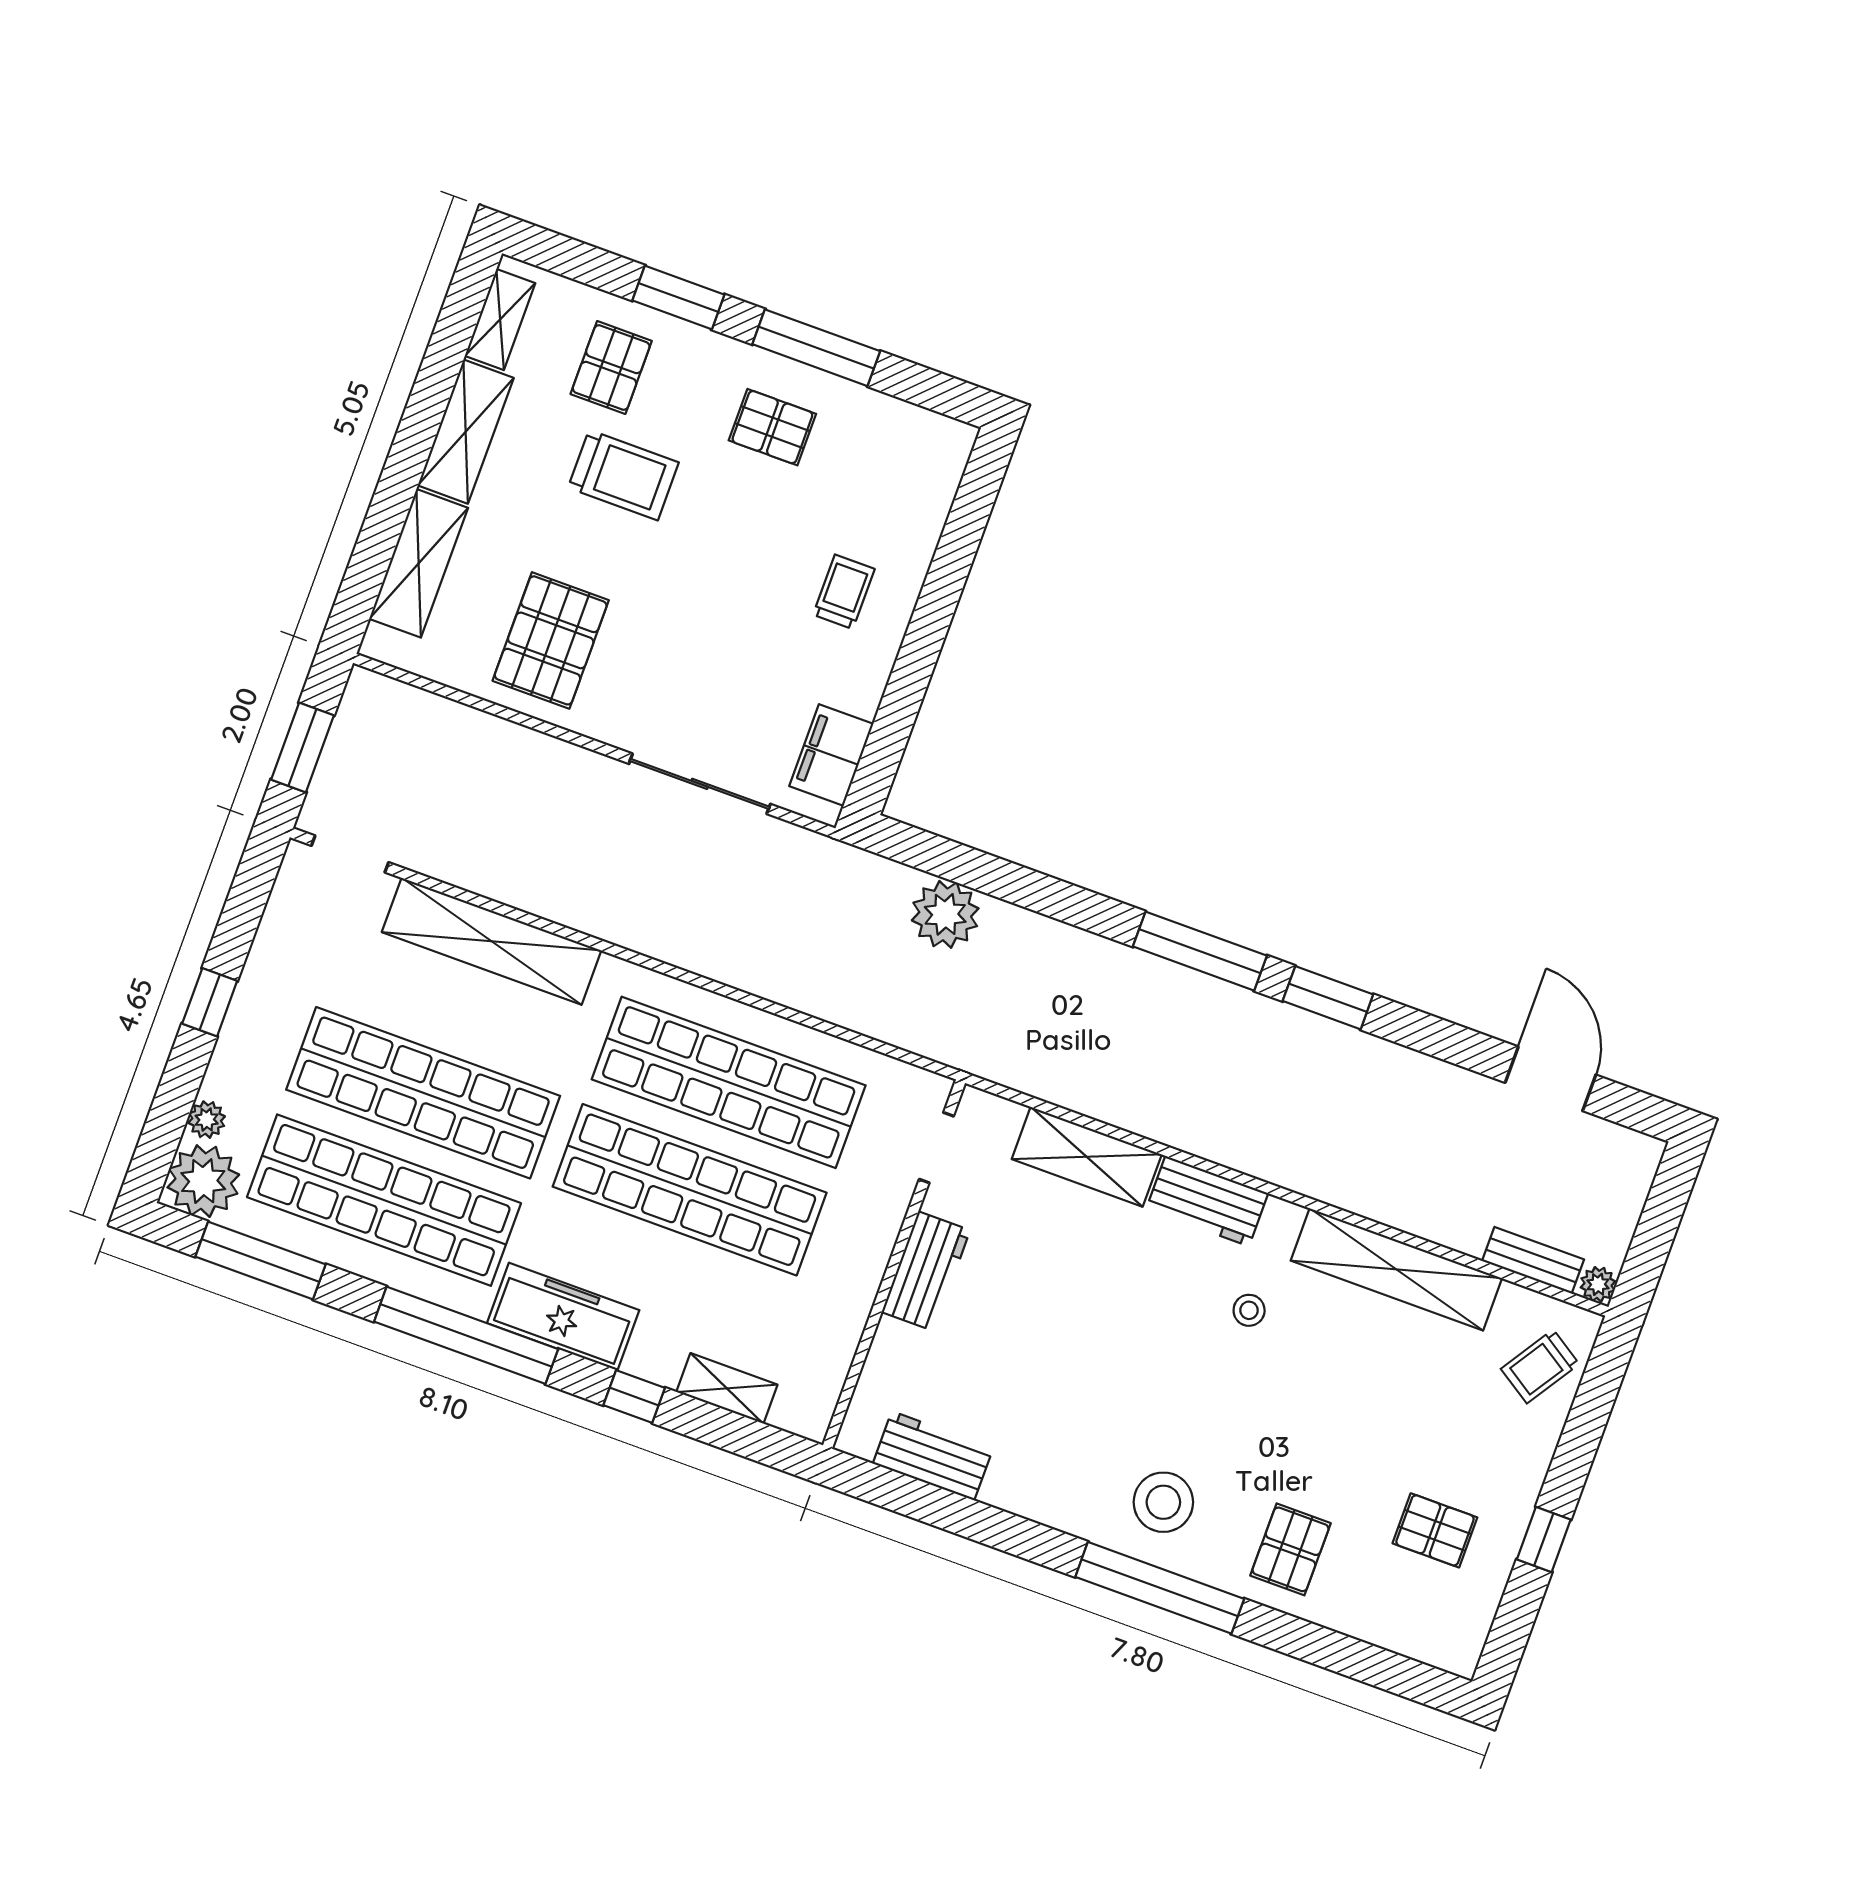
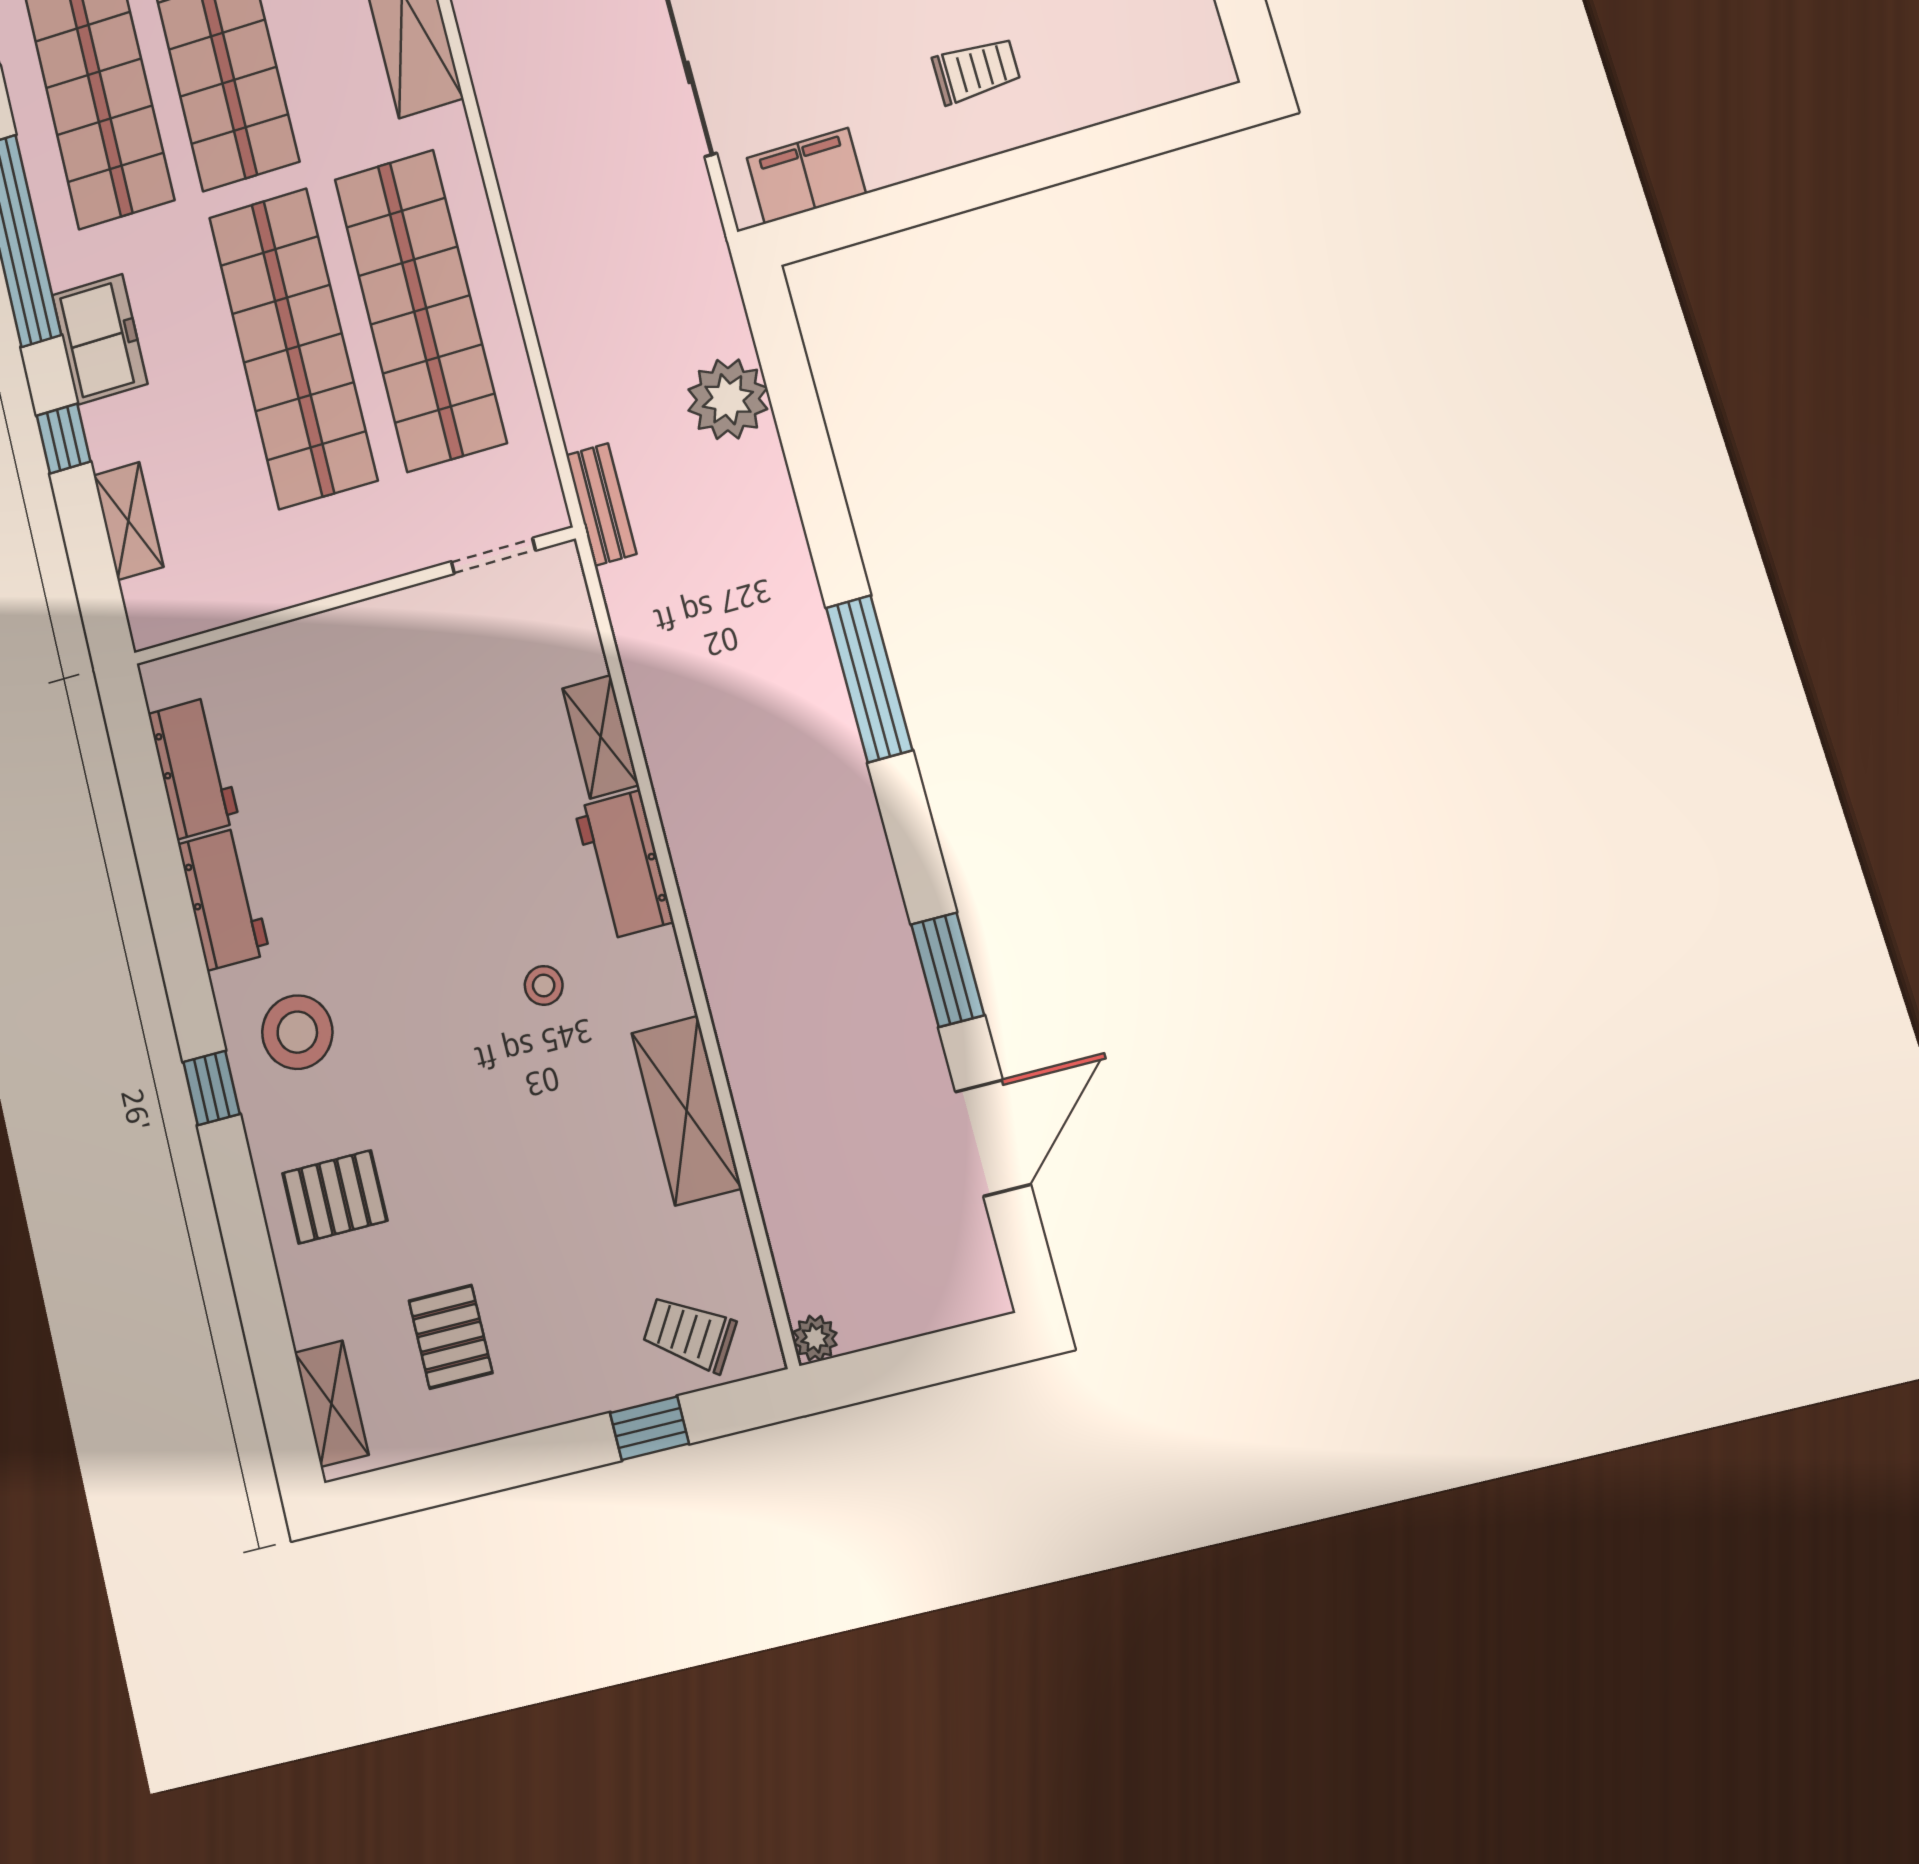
window: (1328, 998) -> (948, 970), moved
shelving: (1087, 1157) -> (601, 737), width x0.67, depth x0.75
bench: (1533, 1260) -> (601, 505), moved
shelving: (1396, 1269) -> (687, 1111), width x0.68
workbench: (926, 1271) -> (224, 899), moved, turned -90
freezer: (563, 1317) -> (100, 339), width x0.71
window: (1544, 1540) -> (649, 1428), moved
window: (1160, 1588) -> (212, 1088), width x0.32
shelving: (1424, 1642) -> (332, 1404), added

